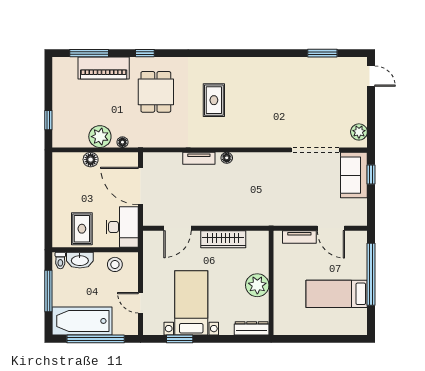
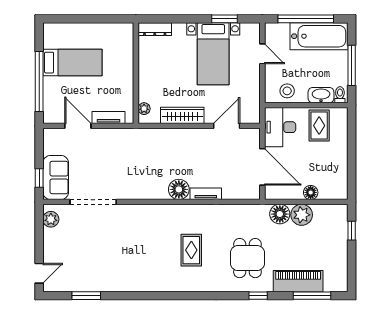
door: (371, 76) -> (39, 273), swing flipped
floor lamp: (122, 142) -> (280, 214), width x1.89, depth x1.89
floor lamp: (227, 158) -> (179, 189), width x1.89, depth x1.89
plant: (257, 285) -> (144, 109), moved, width x0.53, depth x0.53

